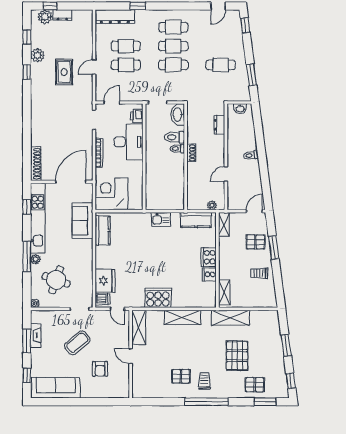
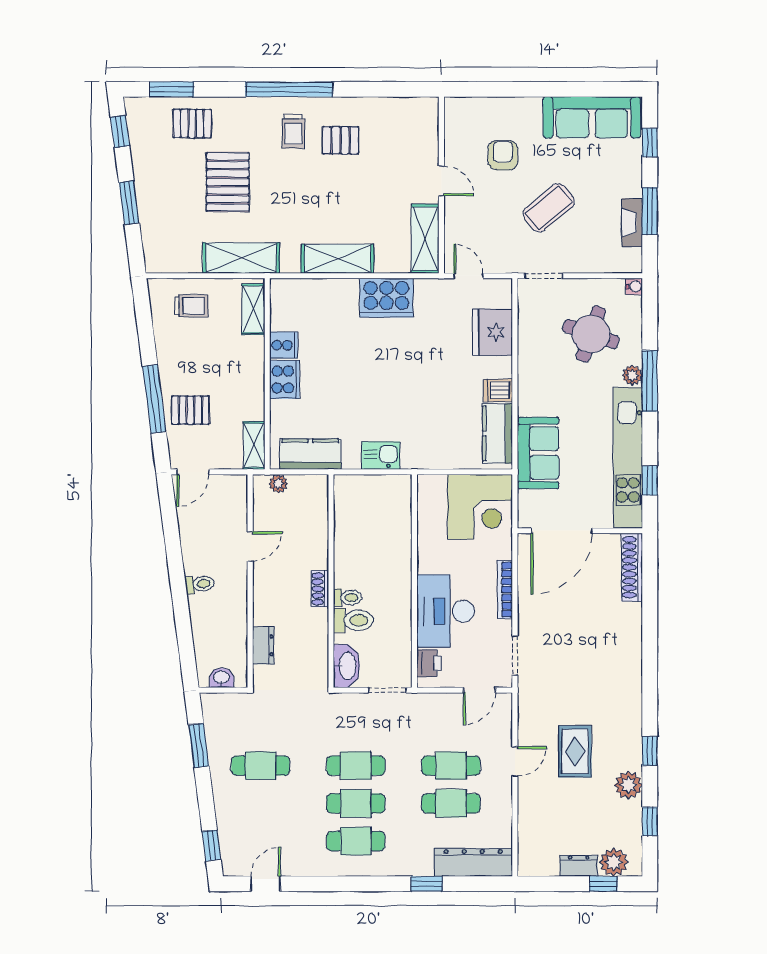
window: (274, 247) -> (154, 399), width x1.44
trolley: (259, 273) -> (191, 306), moved
dishwasher: (102, 299) -> (498, 390), moved

